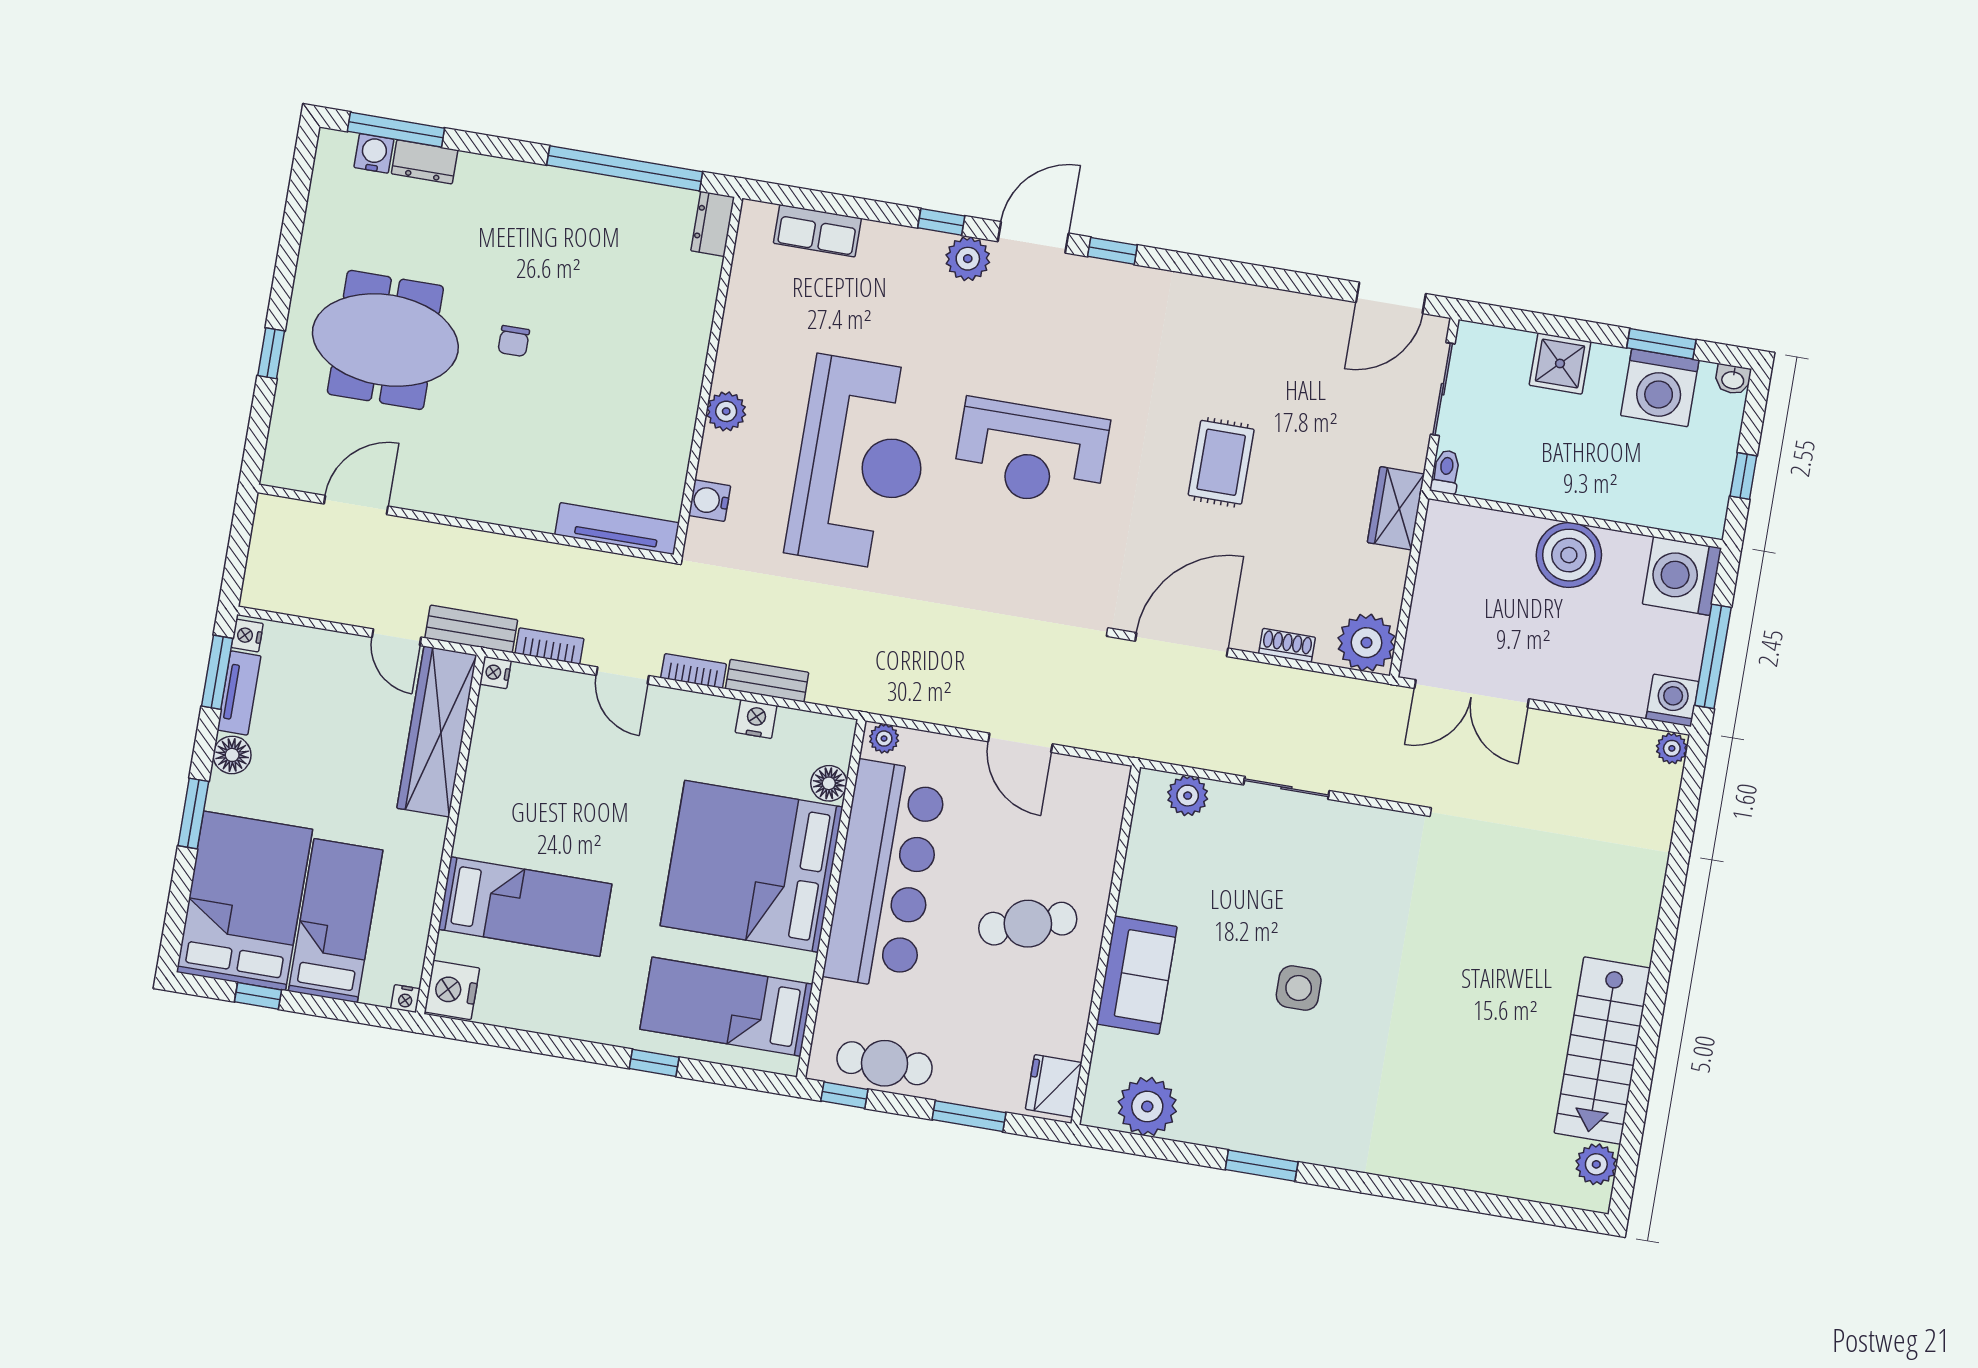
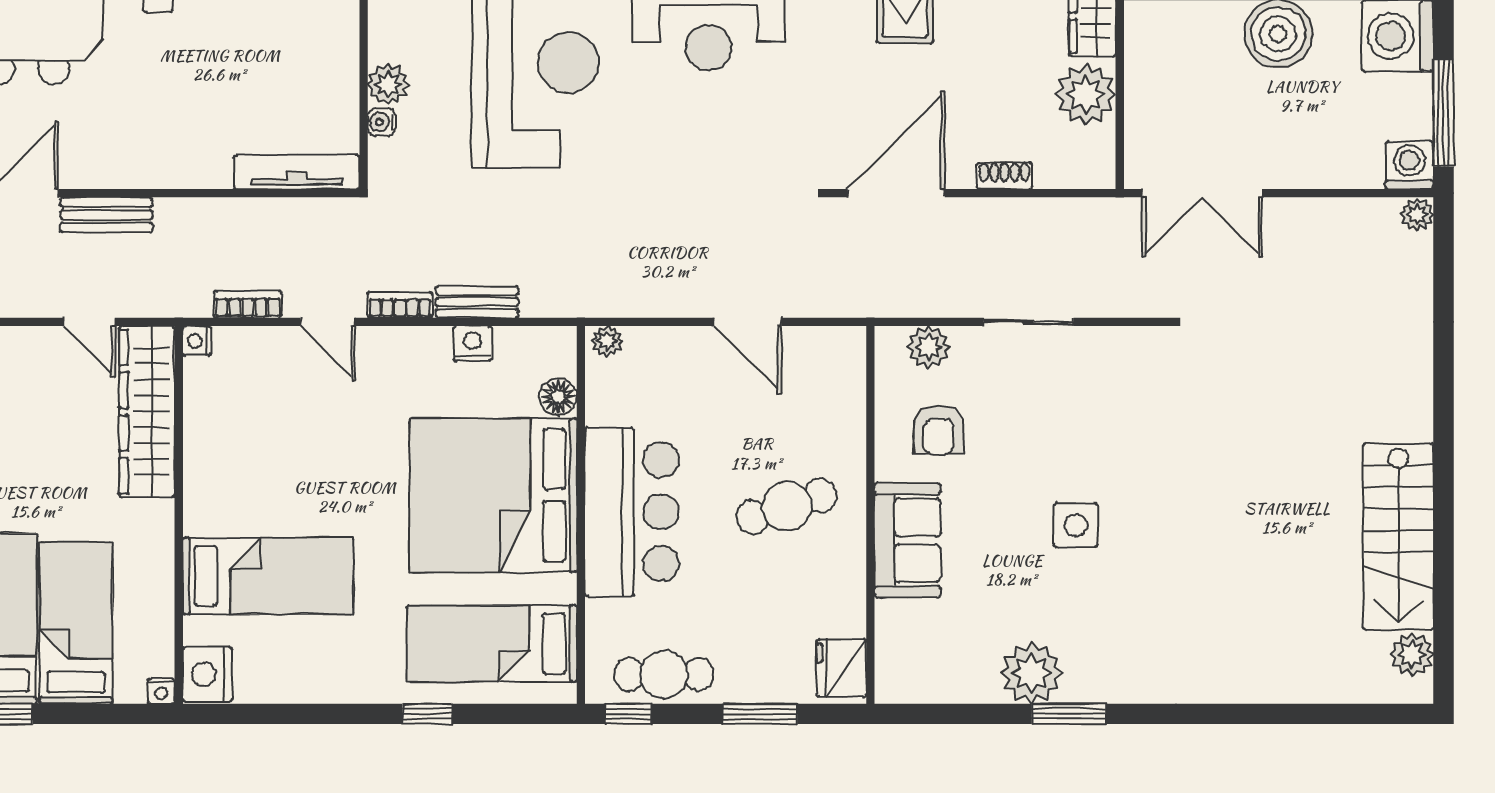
plant: (726, 411) -> (388, 84), moved
water cooler: (710, 501) -> (382, 122), width x0.72, depth x0.72
bench: (471, 629) -> (106, 215), moved
plant: (1367, 643) -> (1086, 94), moved
bar counter: (885, 875) -> (632, 512), width x0.73
armchair: (1184, 876) -> (938, 430), added
plant: (1147, 1106) -> (1031, 673), moved

